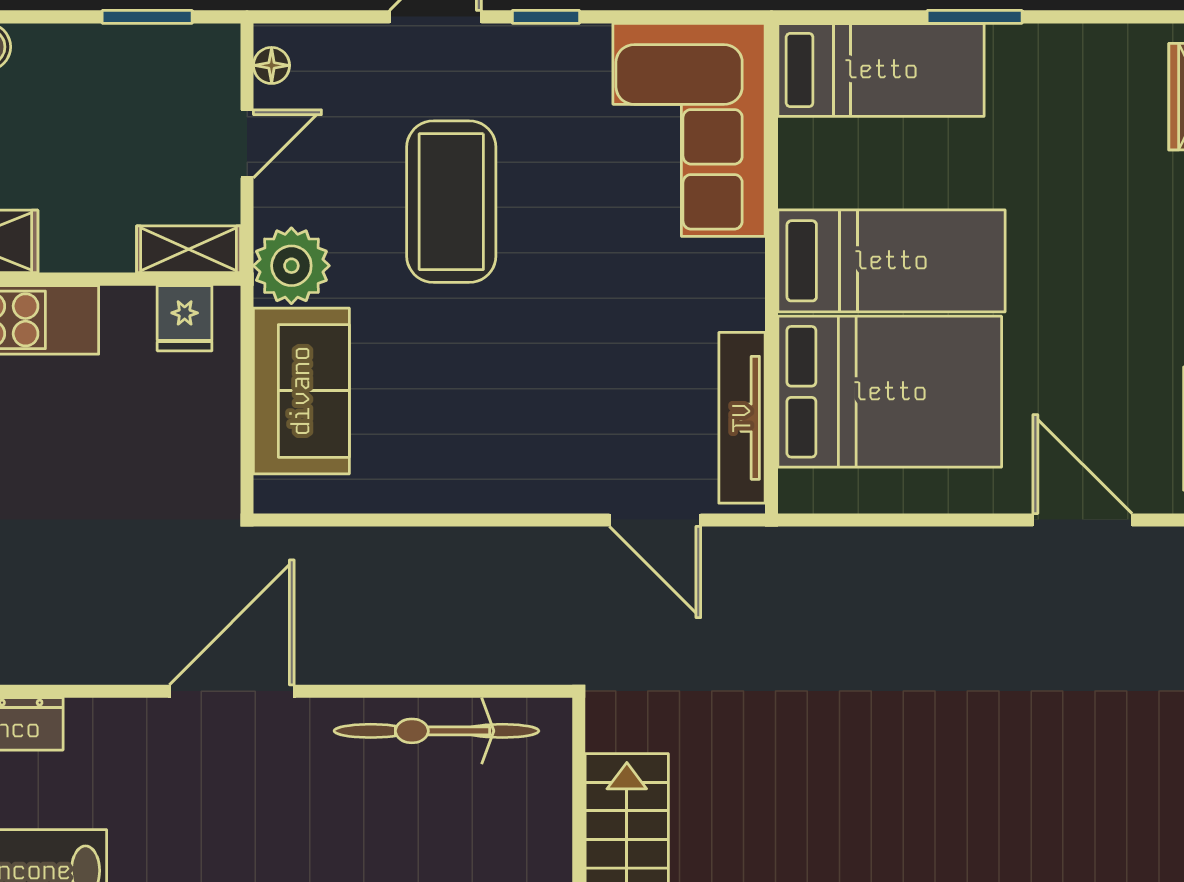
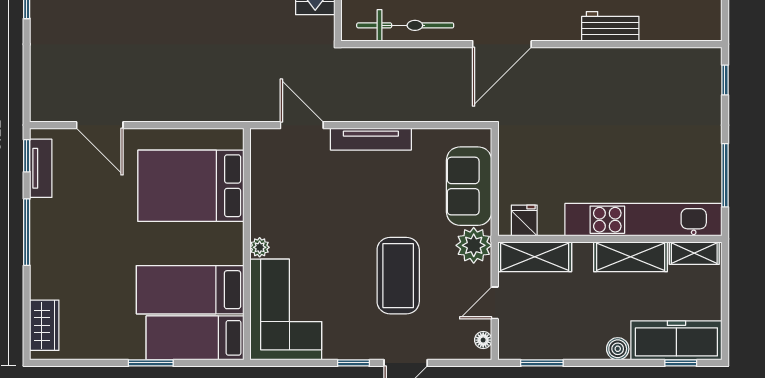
shelving: (189, 249) -> (535, 257), width x1.50, depth x1.33
bed: (891, 261) -> (190, 290), moved
plant: (744, 262) -> (260, 247), added
tv unit: (742, 418) -> (371, 139), moved, turned 90

